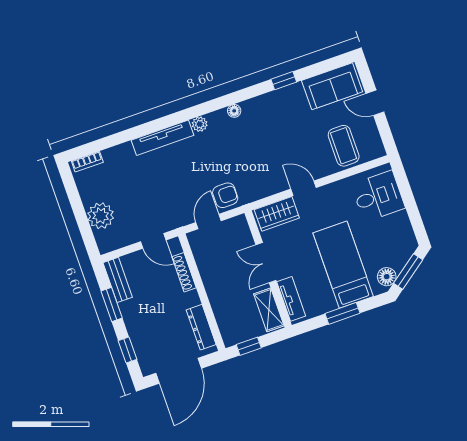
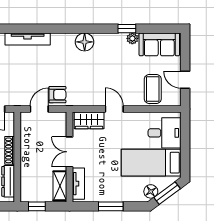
door: (375, 103) -> (185, 80), moved
floor lamp: (234, 111) -> (85, 42), width x1.89, depth x1.89
plant: (200, 124) -> (132, 38), moved
bed: (343, 265) -> (151, 163), moved, turned -90
shoe rack: (184, 272) -> (10, 150), moved

